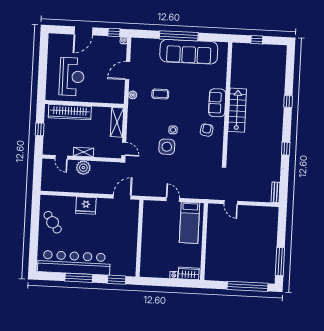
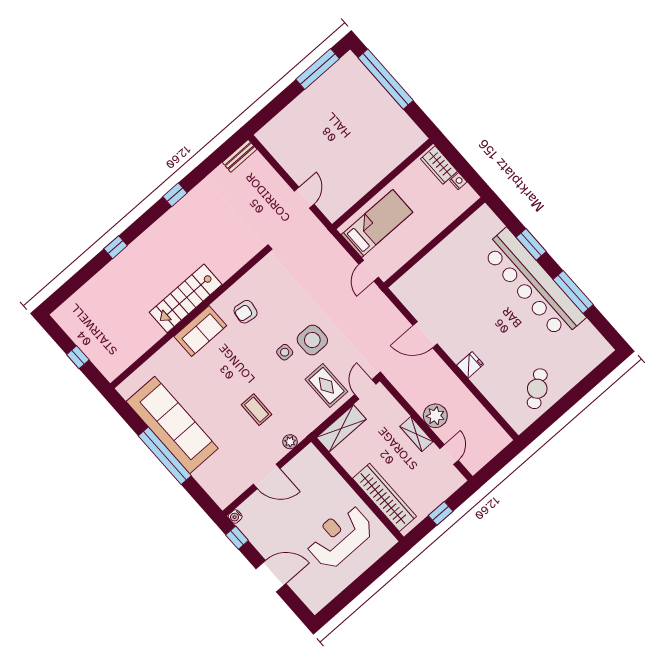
rug: (142, 134) -> (326, 386), added
fridge: (86, 205) -> (470, 365), width x0.53, depth x0.75
wall: (139, 238) -> (434, 242), moved
bar counter: (74, 263) -> (533, 284), moved

